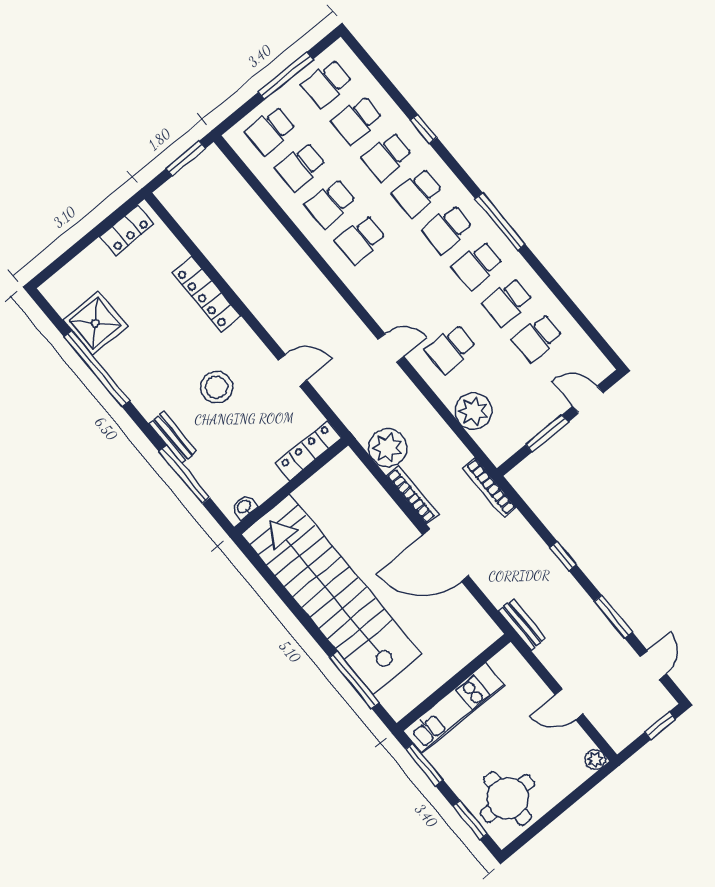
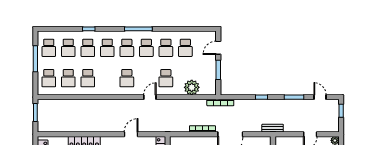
school desk: (360, 240) -> (127, 78), moved
plant: (388, 448) -> (181, 124), removed

